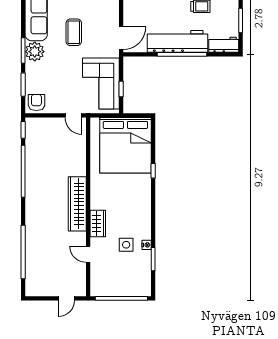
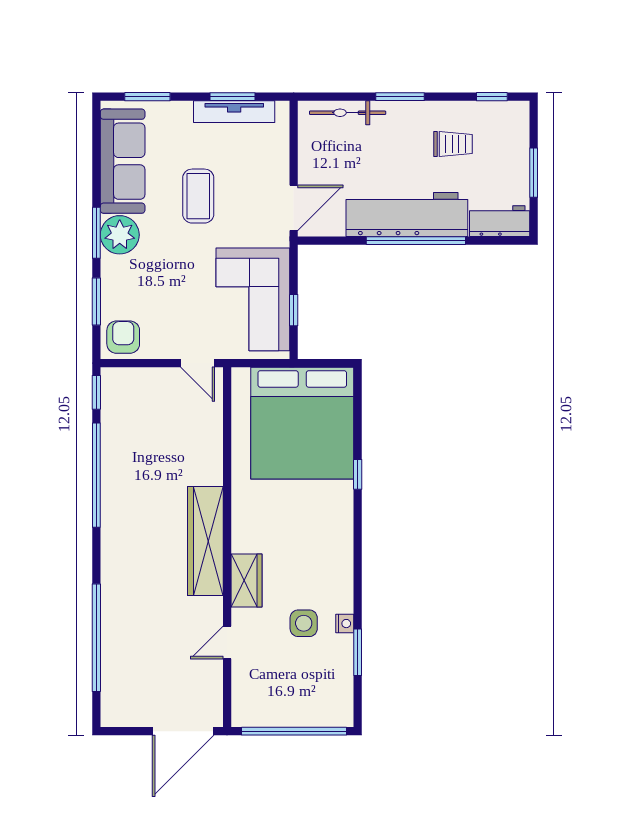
door: (88, 254) -> (227, 642), hinge flipped
door: (66, 298) -> (183, 731), width x1.87

